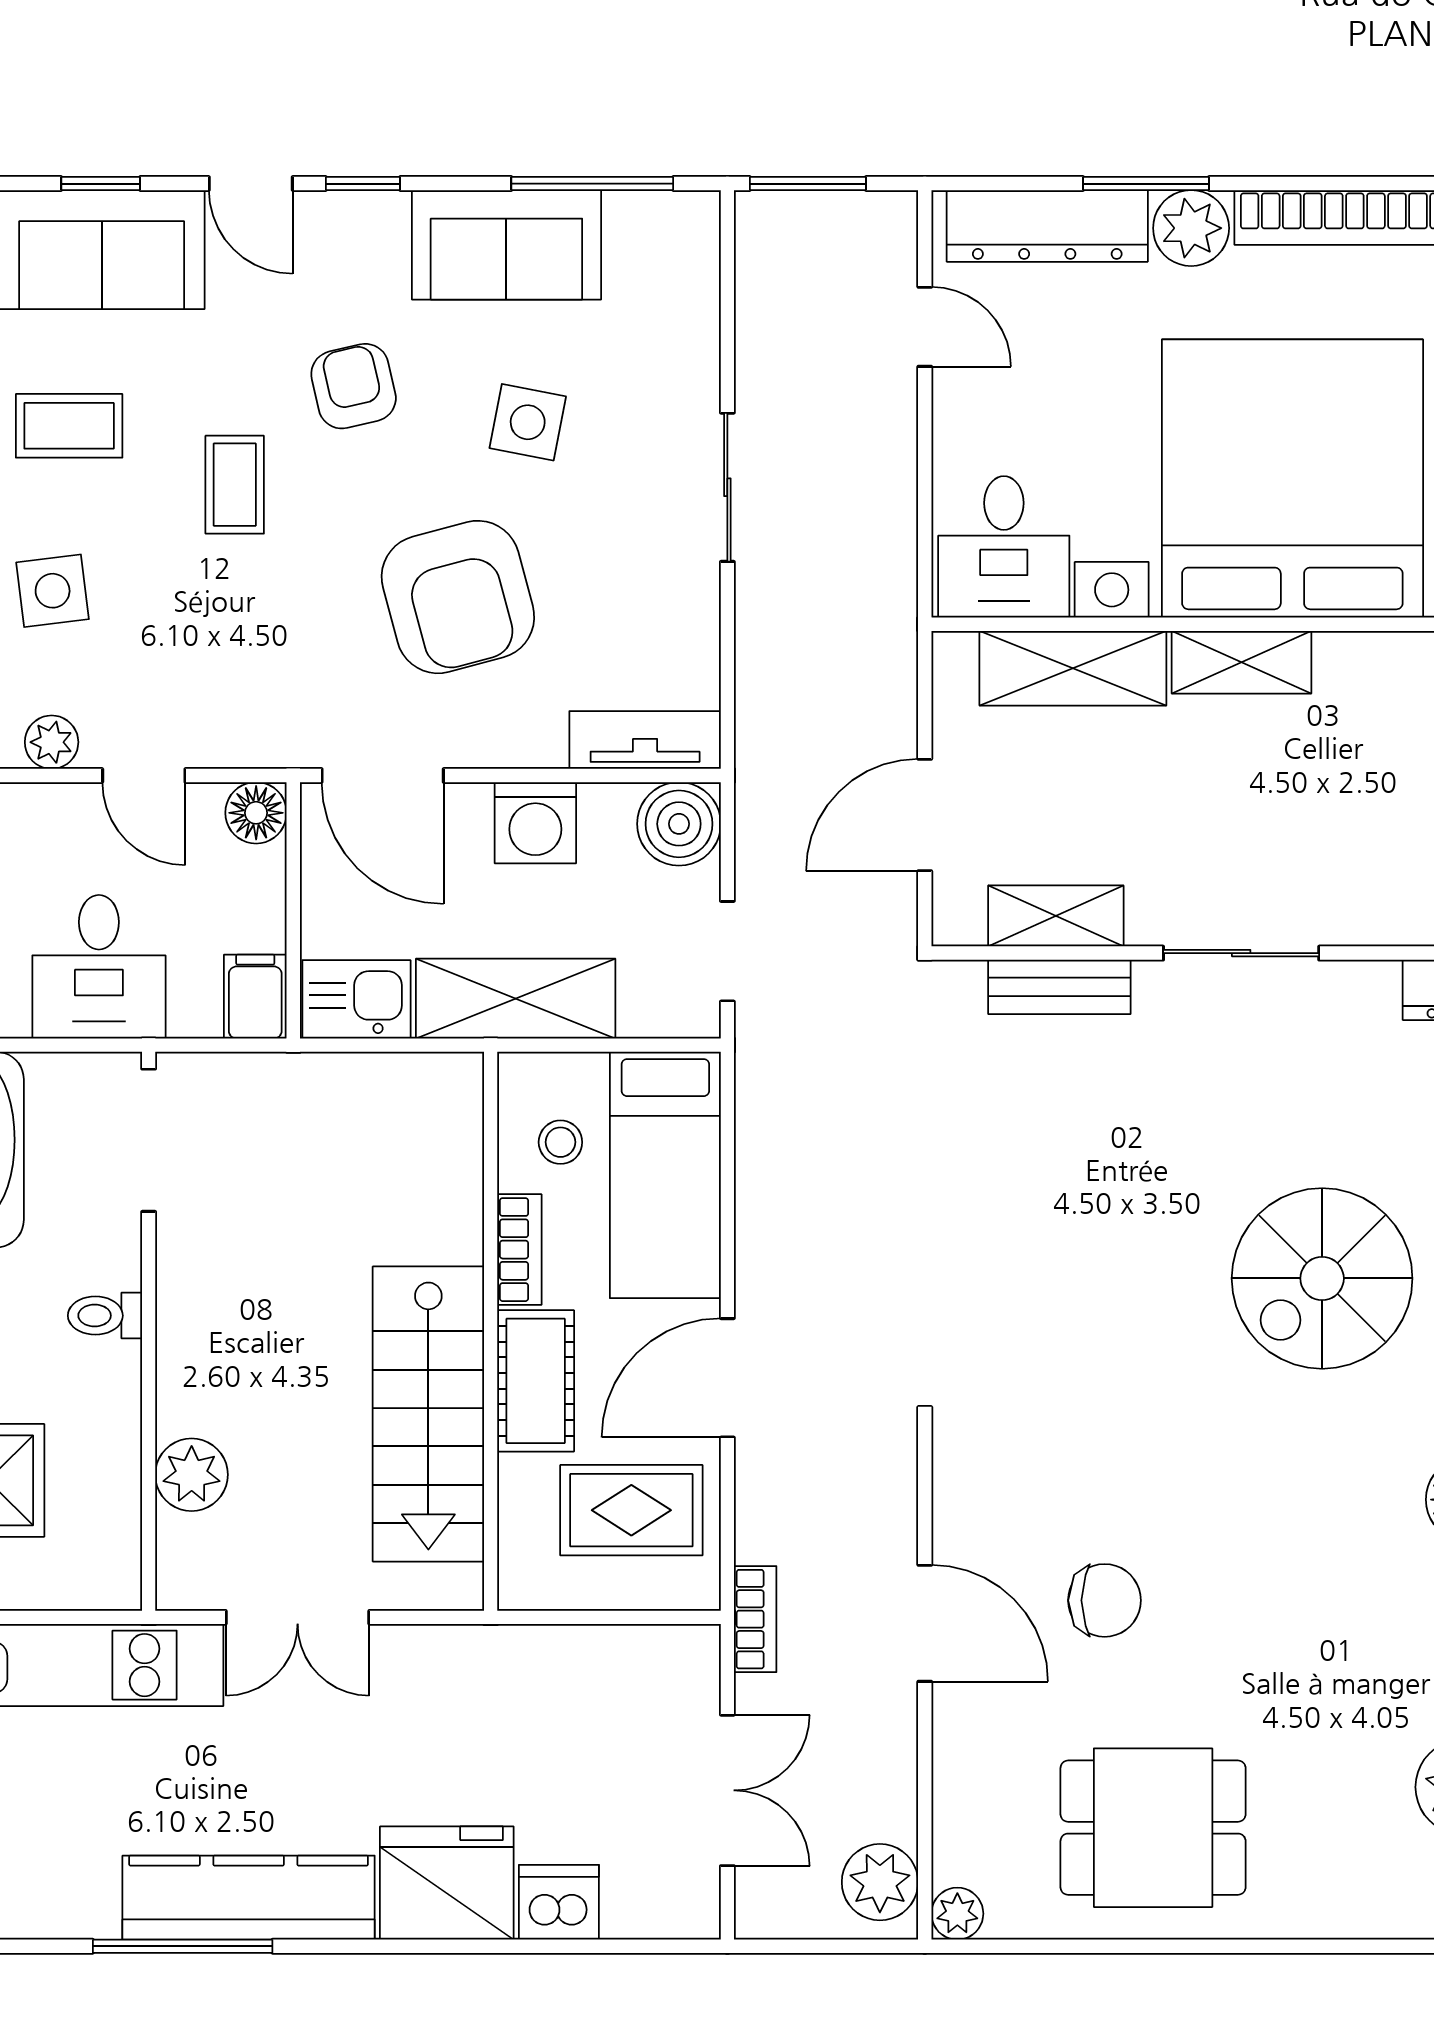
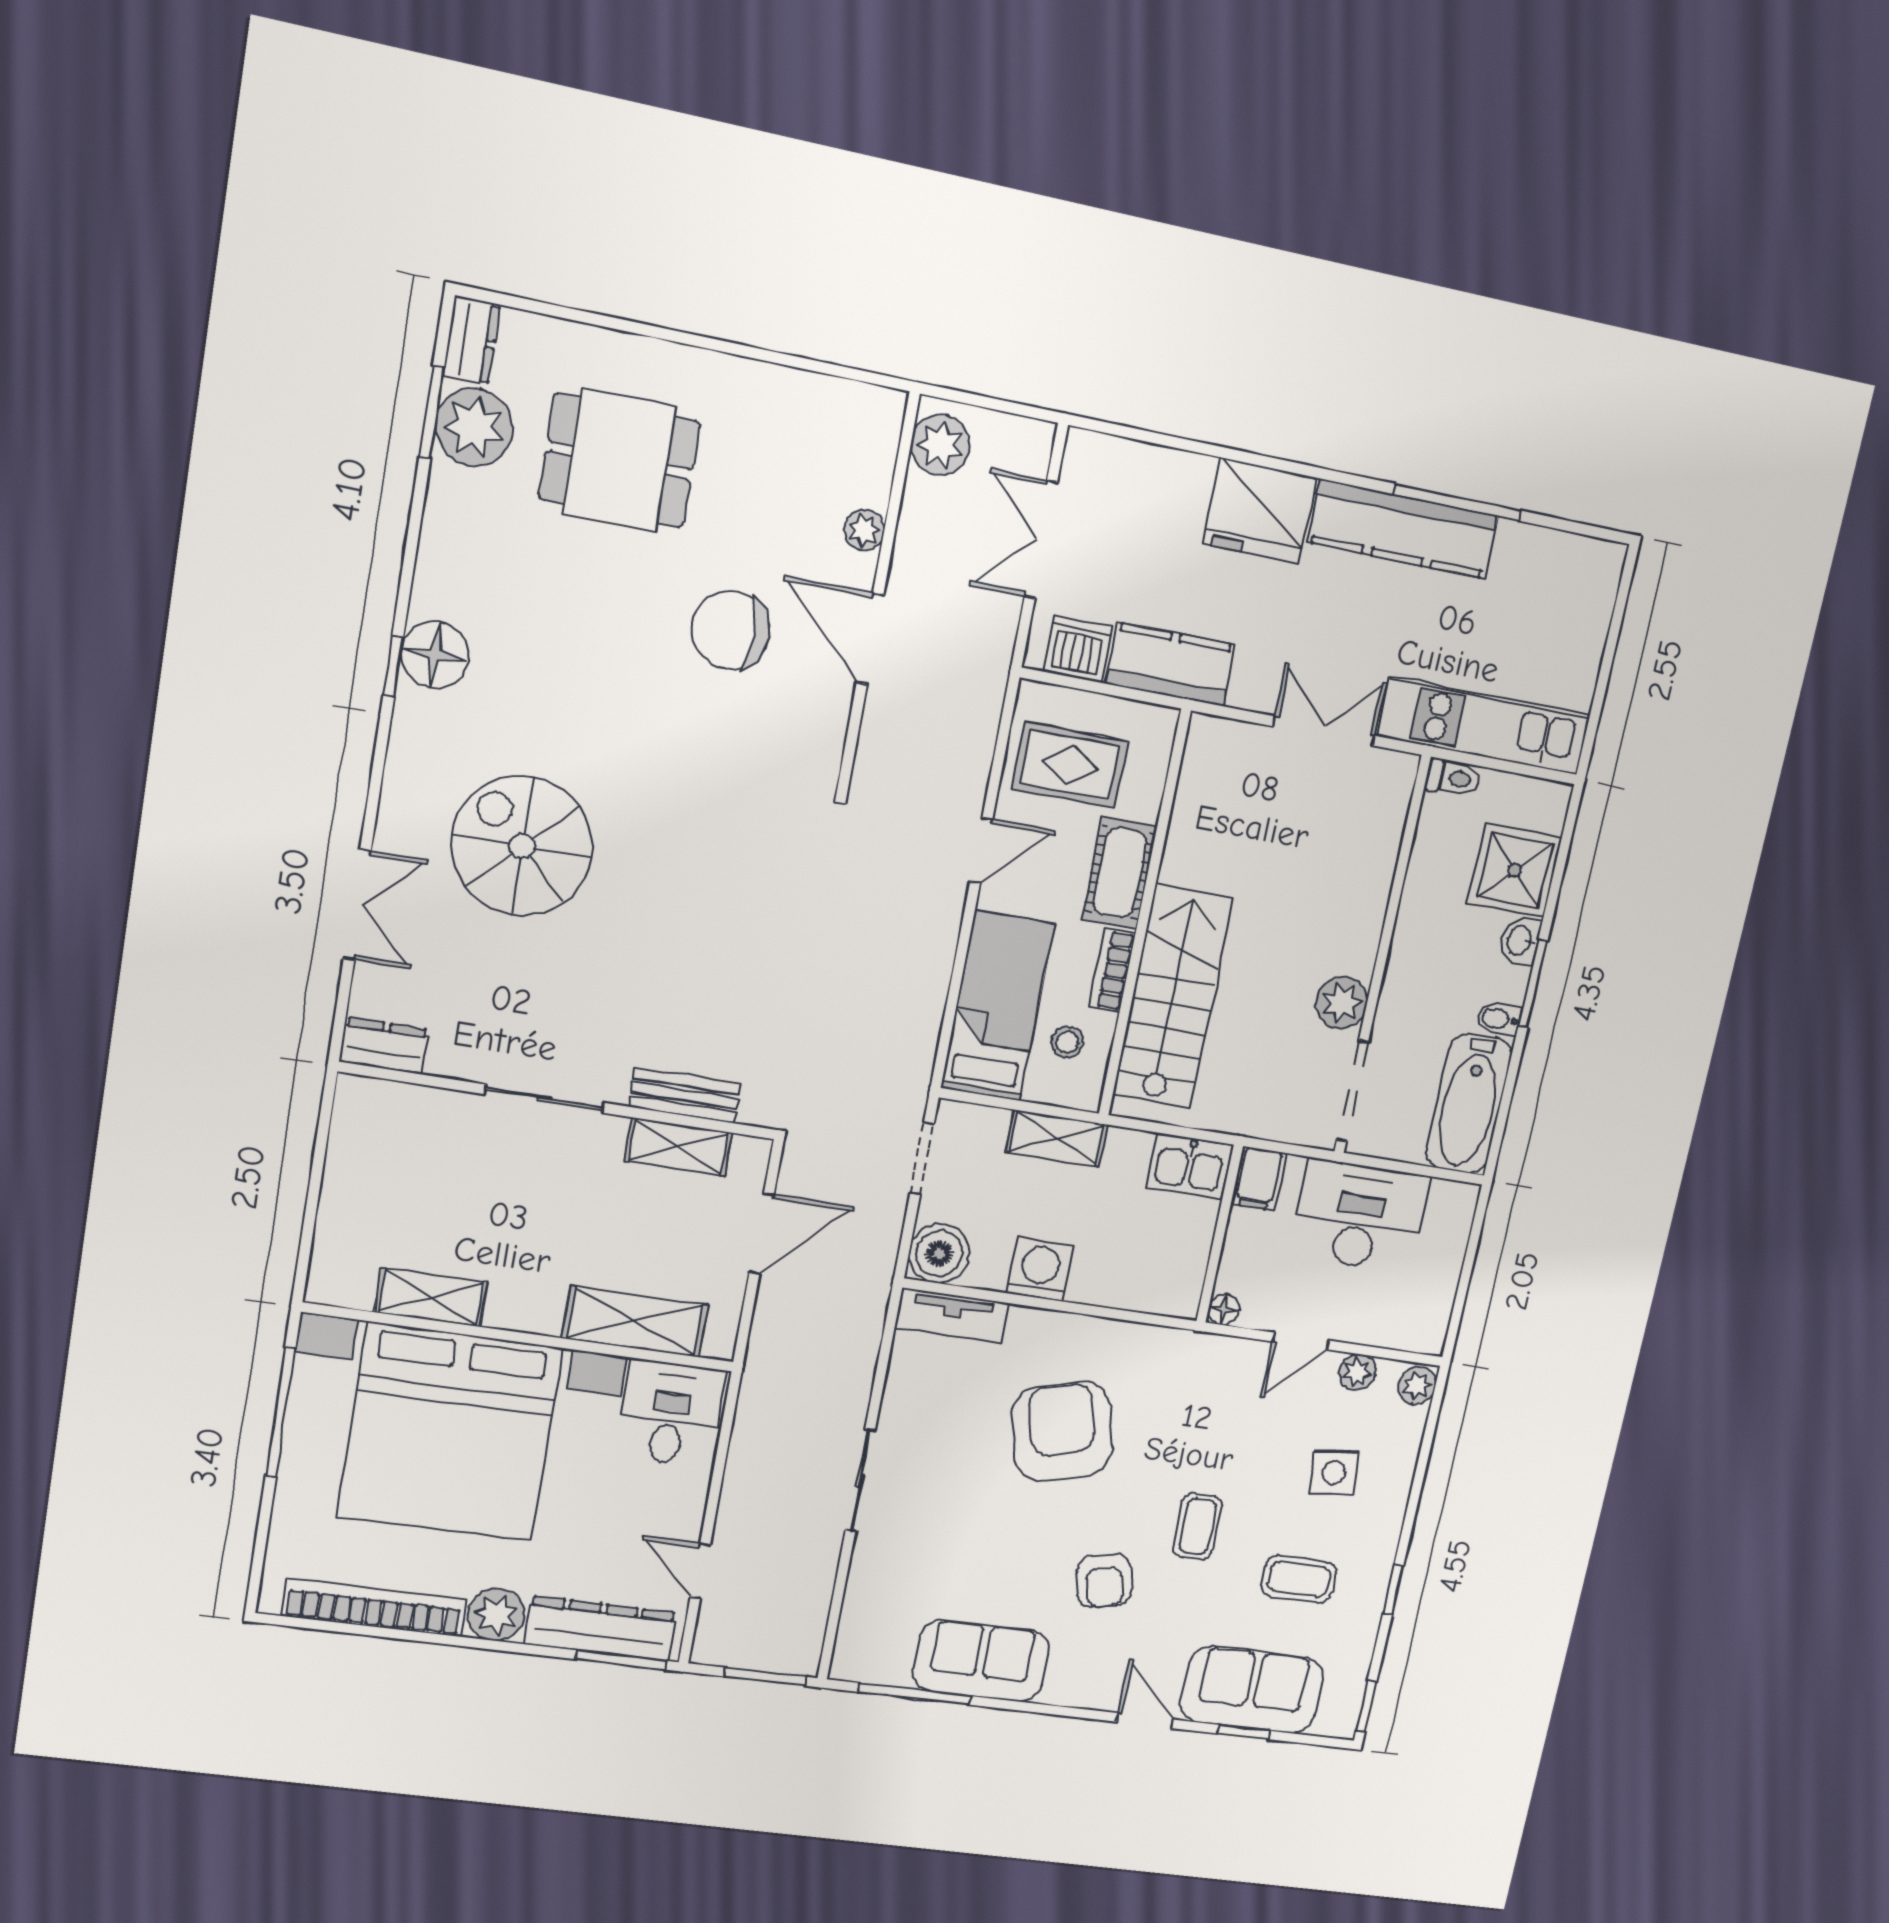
window: (363, 184) -> (1070, 1712), removed
window: (1146, 184) -> (621, 1660), moved
side table: (528, 422) -> (990, 1542), removed
shelving: (1241, 662) -> (431, 1297), moved
door: (144, 775) -> (1301, 1341), swing flipped
door: (383, 775) -> (1139, 1317), removed
floor lamp: (256, 813) -> (1224, 1309), width x0.73, depth x0.73
desk: (99, 967) -> (1360, 1216), width x1.37
shelving: (516, 999) -> (1057, 1138), width x0.67, depth x0.75
spiral stairs: (1322, 1278) -> (522, 846), turned -90
toilet: (105, 1316) -> (1453, 778), moved
door: (727, 1378) -> (981, 850), width x0.73
stairs: (428, 1414) -> (1173, 997), moved
plant: (192, 1475) -> (1342, 1003), moved
chair: (1105, 1600) -> (731, 630), width x1.37, depth x1.37
bookcase: (755, 1619) -> (995, 666), removed
kitchen counter: (524, 1665) -> (1170, 664), added
dining table: (1153, 1828) -> (619, 460), moved
dishwasher: (559, 1902) -> (1078, 649), moved, turned 180
plant: (957, 1914) -> (864, 530), moved

